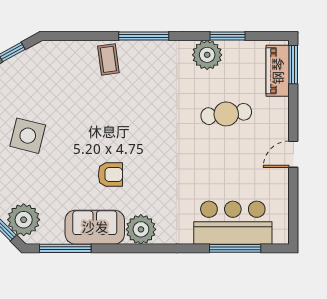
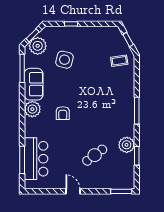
coffee table: (108, 59) -> (119, 61), moved
piano: (278, 71) -> (118, 183), removed
cafe table: (226, 114) -> (95, 155), turned 60
side table: (28, 136) -> (65, 60), moved
armchair: (110, 175) -> (63, 113), moved

